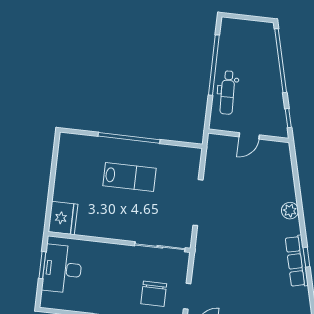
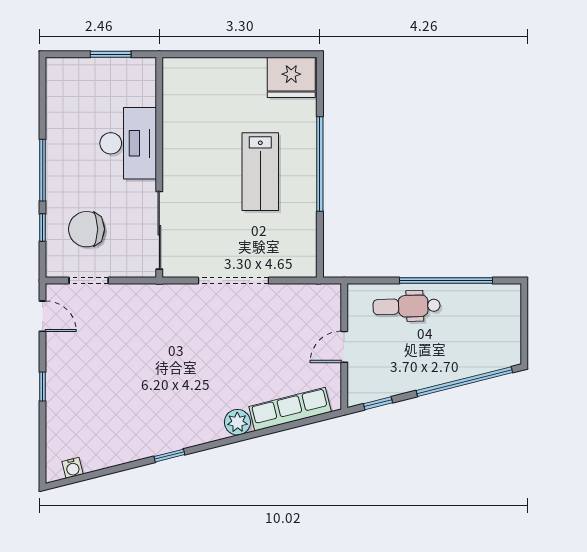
door: (249, 136) -> (344, 347), hinge flipped
fridge: (63, 218) -> (291, 77), moved
row of seats: (297, 261) -> (290, 409), moved
desk: (62, 269) -> (128, 143), moved, turned 90

